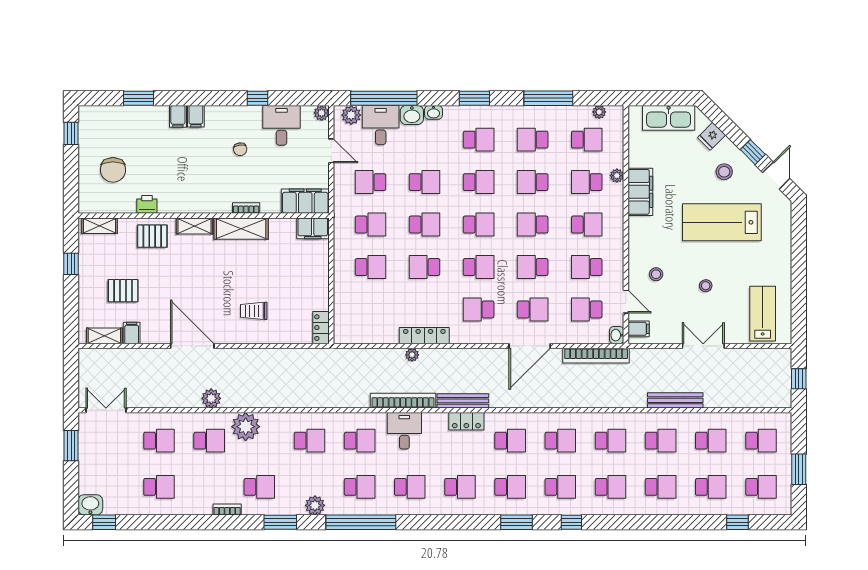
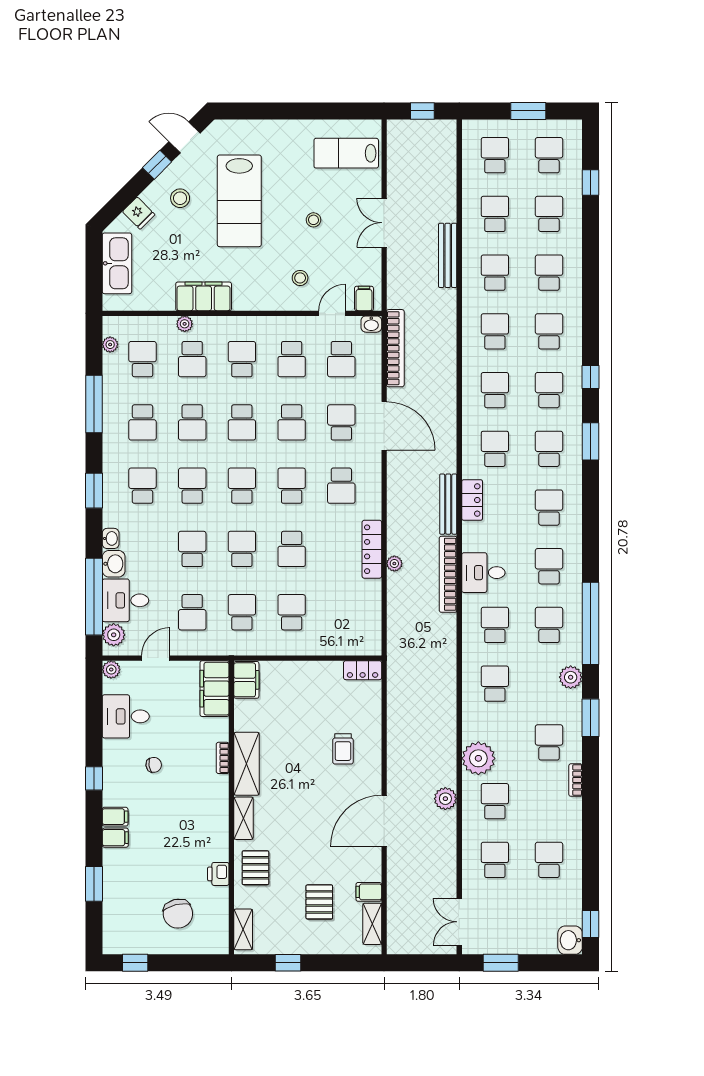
window: (258, 98) -> (94, 778), moved
chair: (113, 170) -> (178, 914), turned 77

